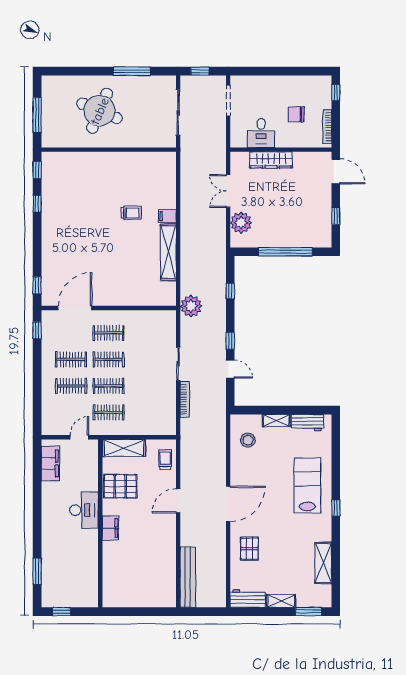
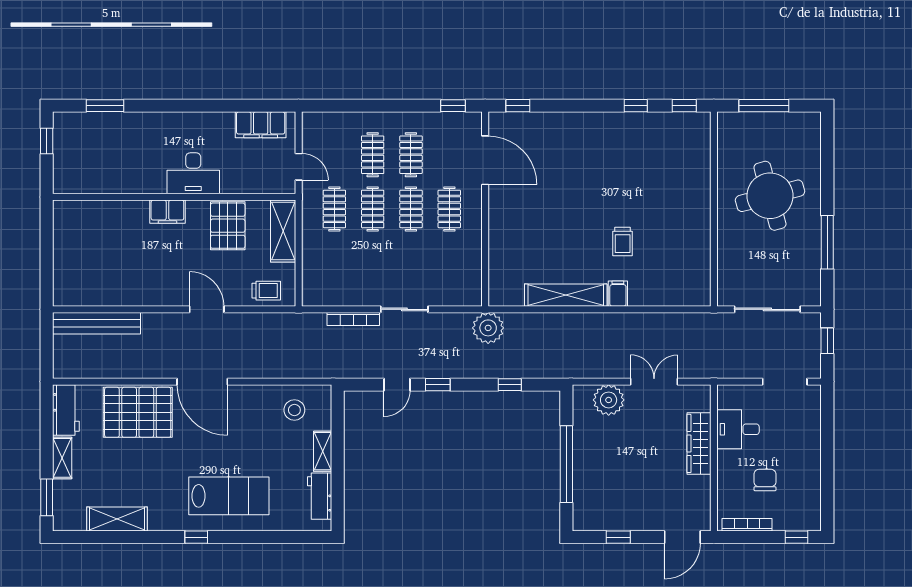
round table: (100, 111) -> (770, 196), turned -38
pallet: (249, 549) -> (138, 412), width x2.05, depth x2.00

